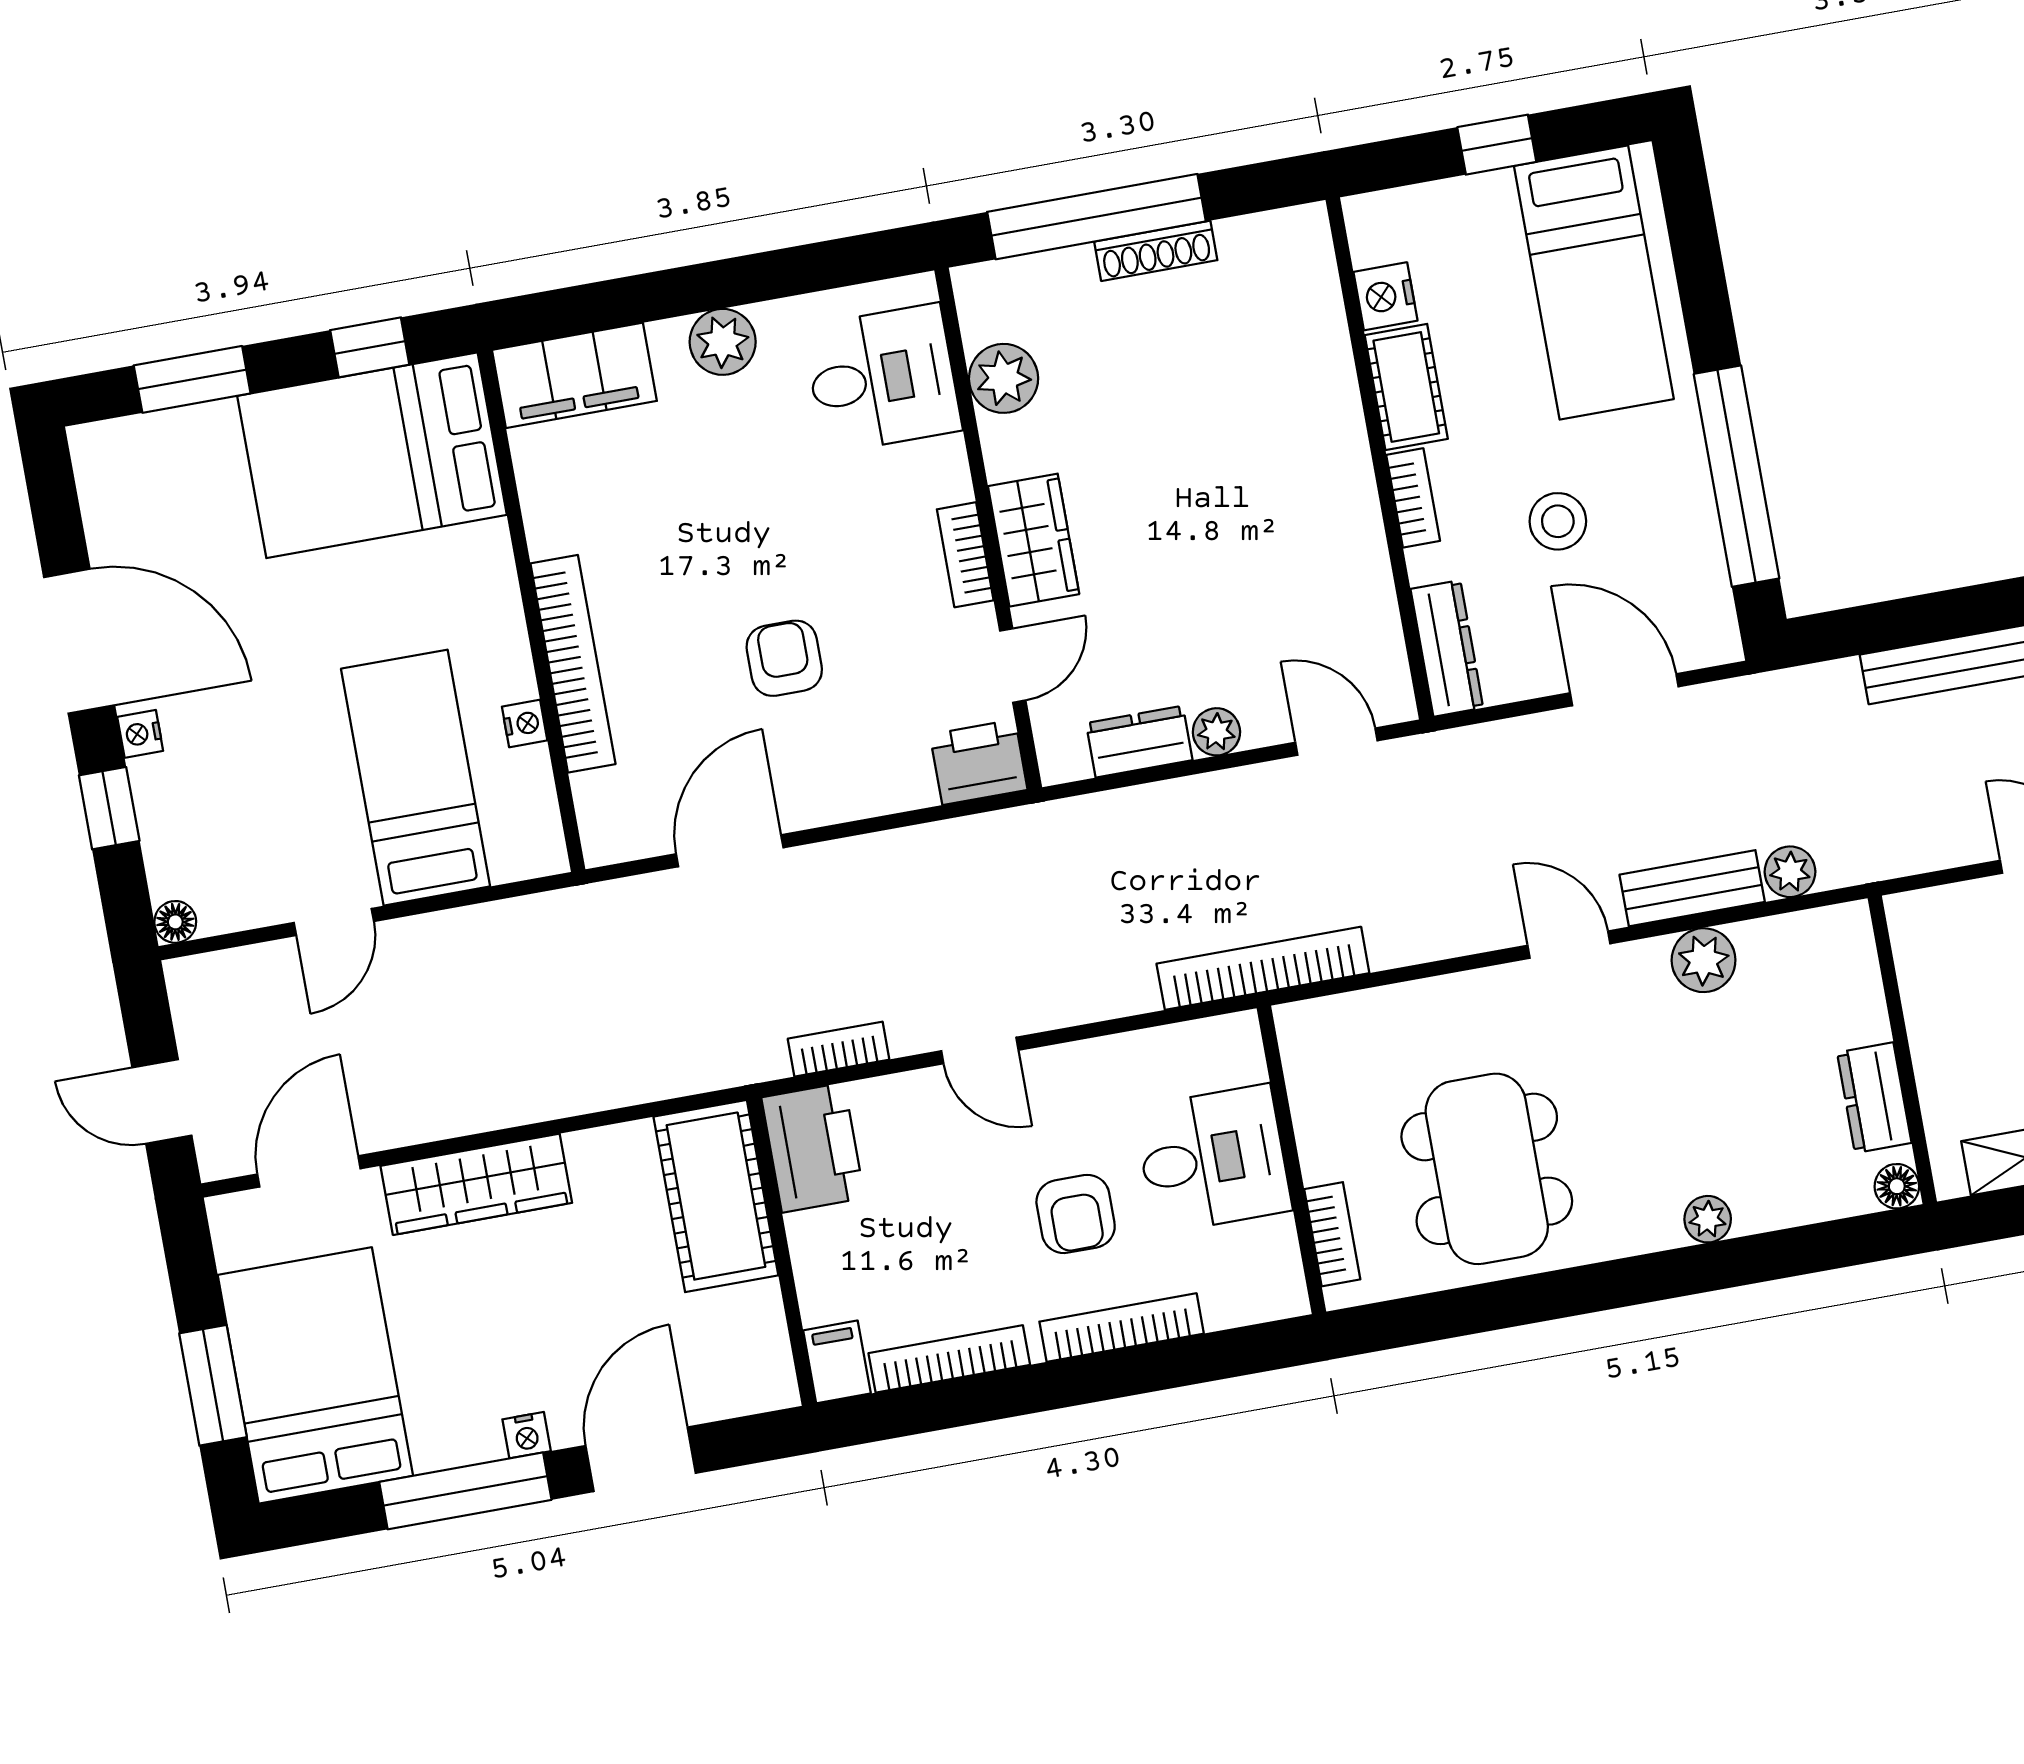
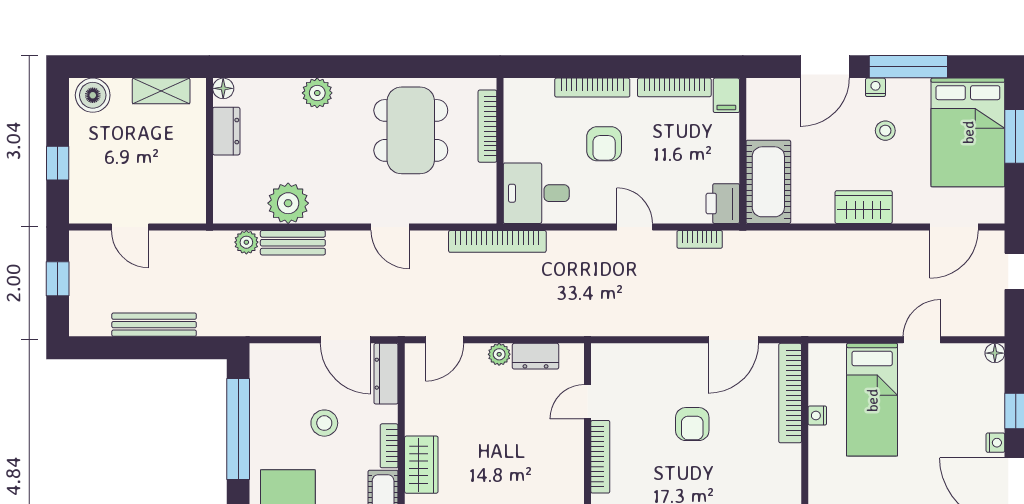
wardrobe: (1034, 540) -> (421, 465), moved, turned 180
bookcase: (965, 555) -> (600, 457), width x1.56
bookcase: (573, 664) -> (790, 393), moved
door: (1624, 690) -> (345, 340), moved
door: (1336, 742) -> (445, 340), hinge flipped
printer: (979, 762) -> (611, 360), removed
door: (1569, 945) -> (390, 227), moved
plant: (1704, 960) -> (288, 203), width x1.36, depth x1.36
printer: (813, 1148) -> (723, 204), width x0.73, depth x0.84
desk: (1213, 1159) -> (536, 193), moved
wardrobe: (476, 1184) -> (864, 207), width x0.67
armchair: (1076, 1214) -> (604, 144), turned 180
plant: (1708, 1219) -> (317, 93), width x1.38, depth x1.38
bookcase: (1332, 1234) -> (487, 126), width x1.56
stool: (490, 1348) -> (885, 131), added

